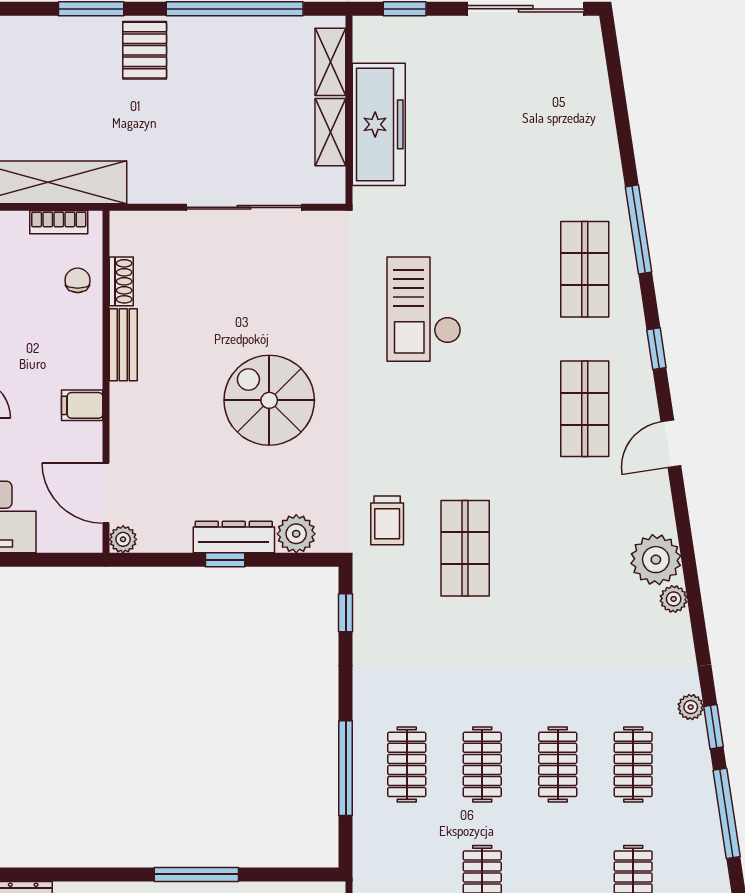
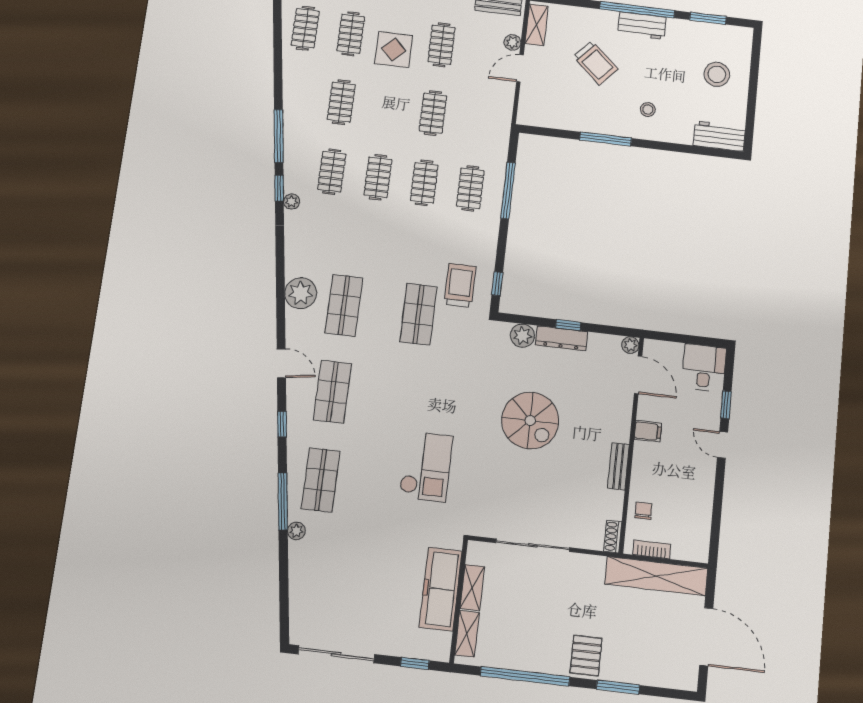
chair: (78, 280) -> (643, 511), turned 180
shoe rack: (121, 281) -> (613, 536), moved
door: (671, 444) -> (281, 363), hinge flipped
trolley: (387, 520) -> (460, 285), moved, width x1.36, depth x1.39
shop shelf: (585, 548) -> (344, 305), added
plant: (674, 599) -> (296, 531), moved

